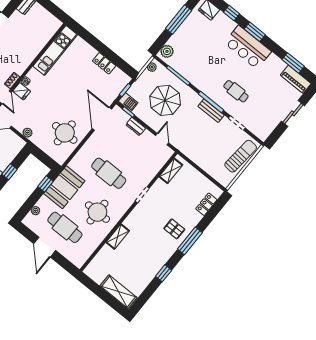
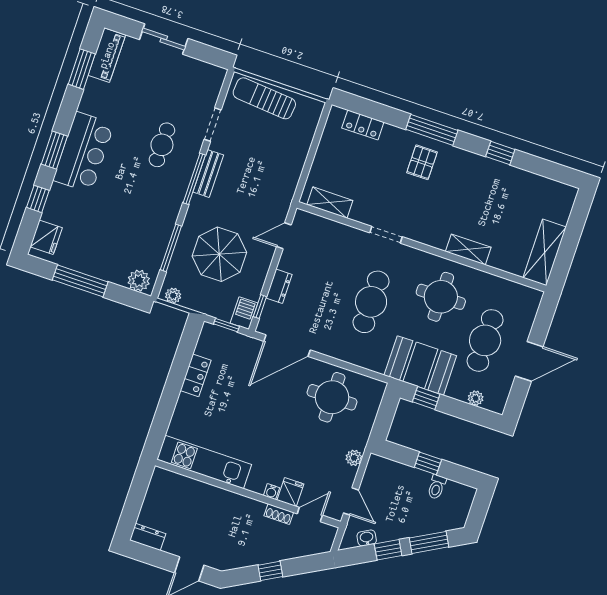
shelving: (118, 292) -> (545, 252), moved

